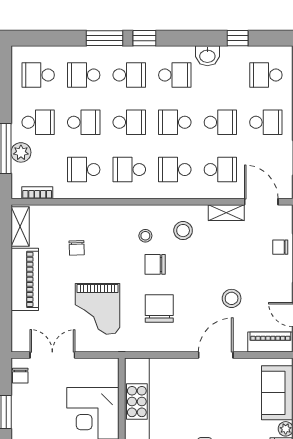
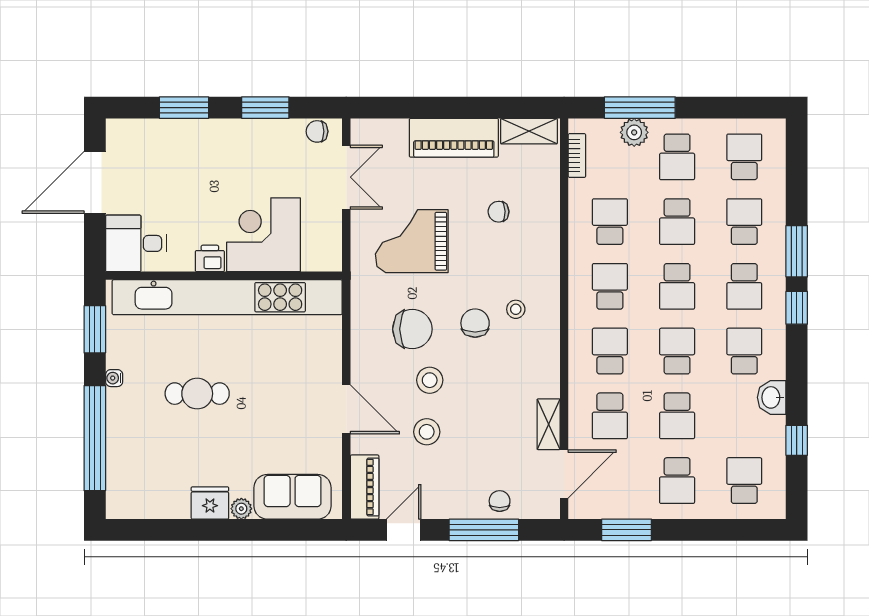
school desk: (175, 75) -> (744, 351), turned 180
stool: (183, 231) -> (430, 380), moved

